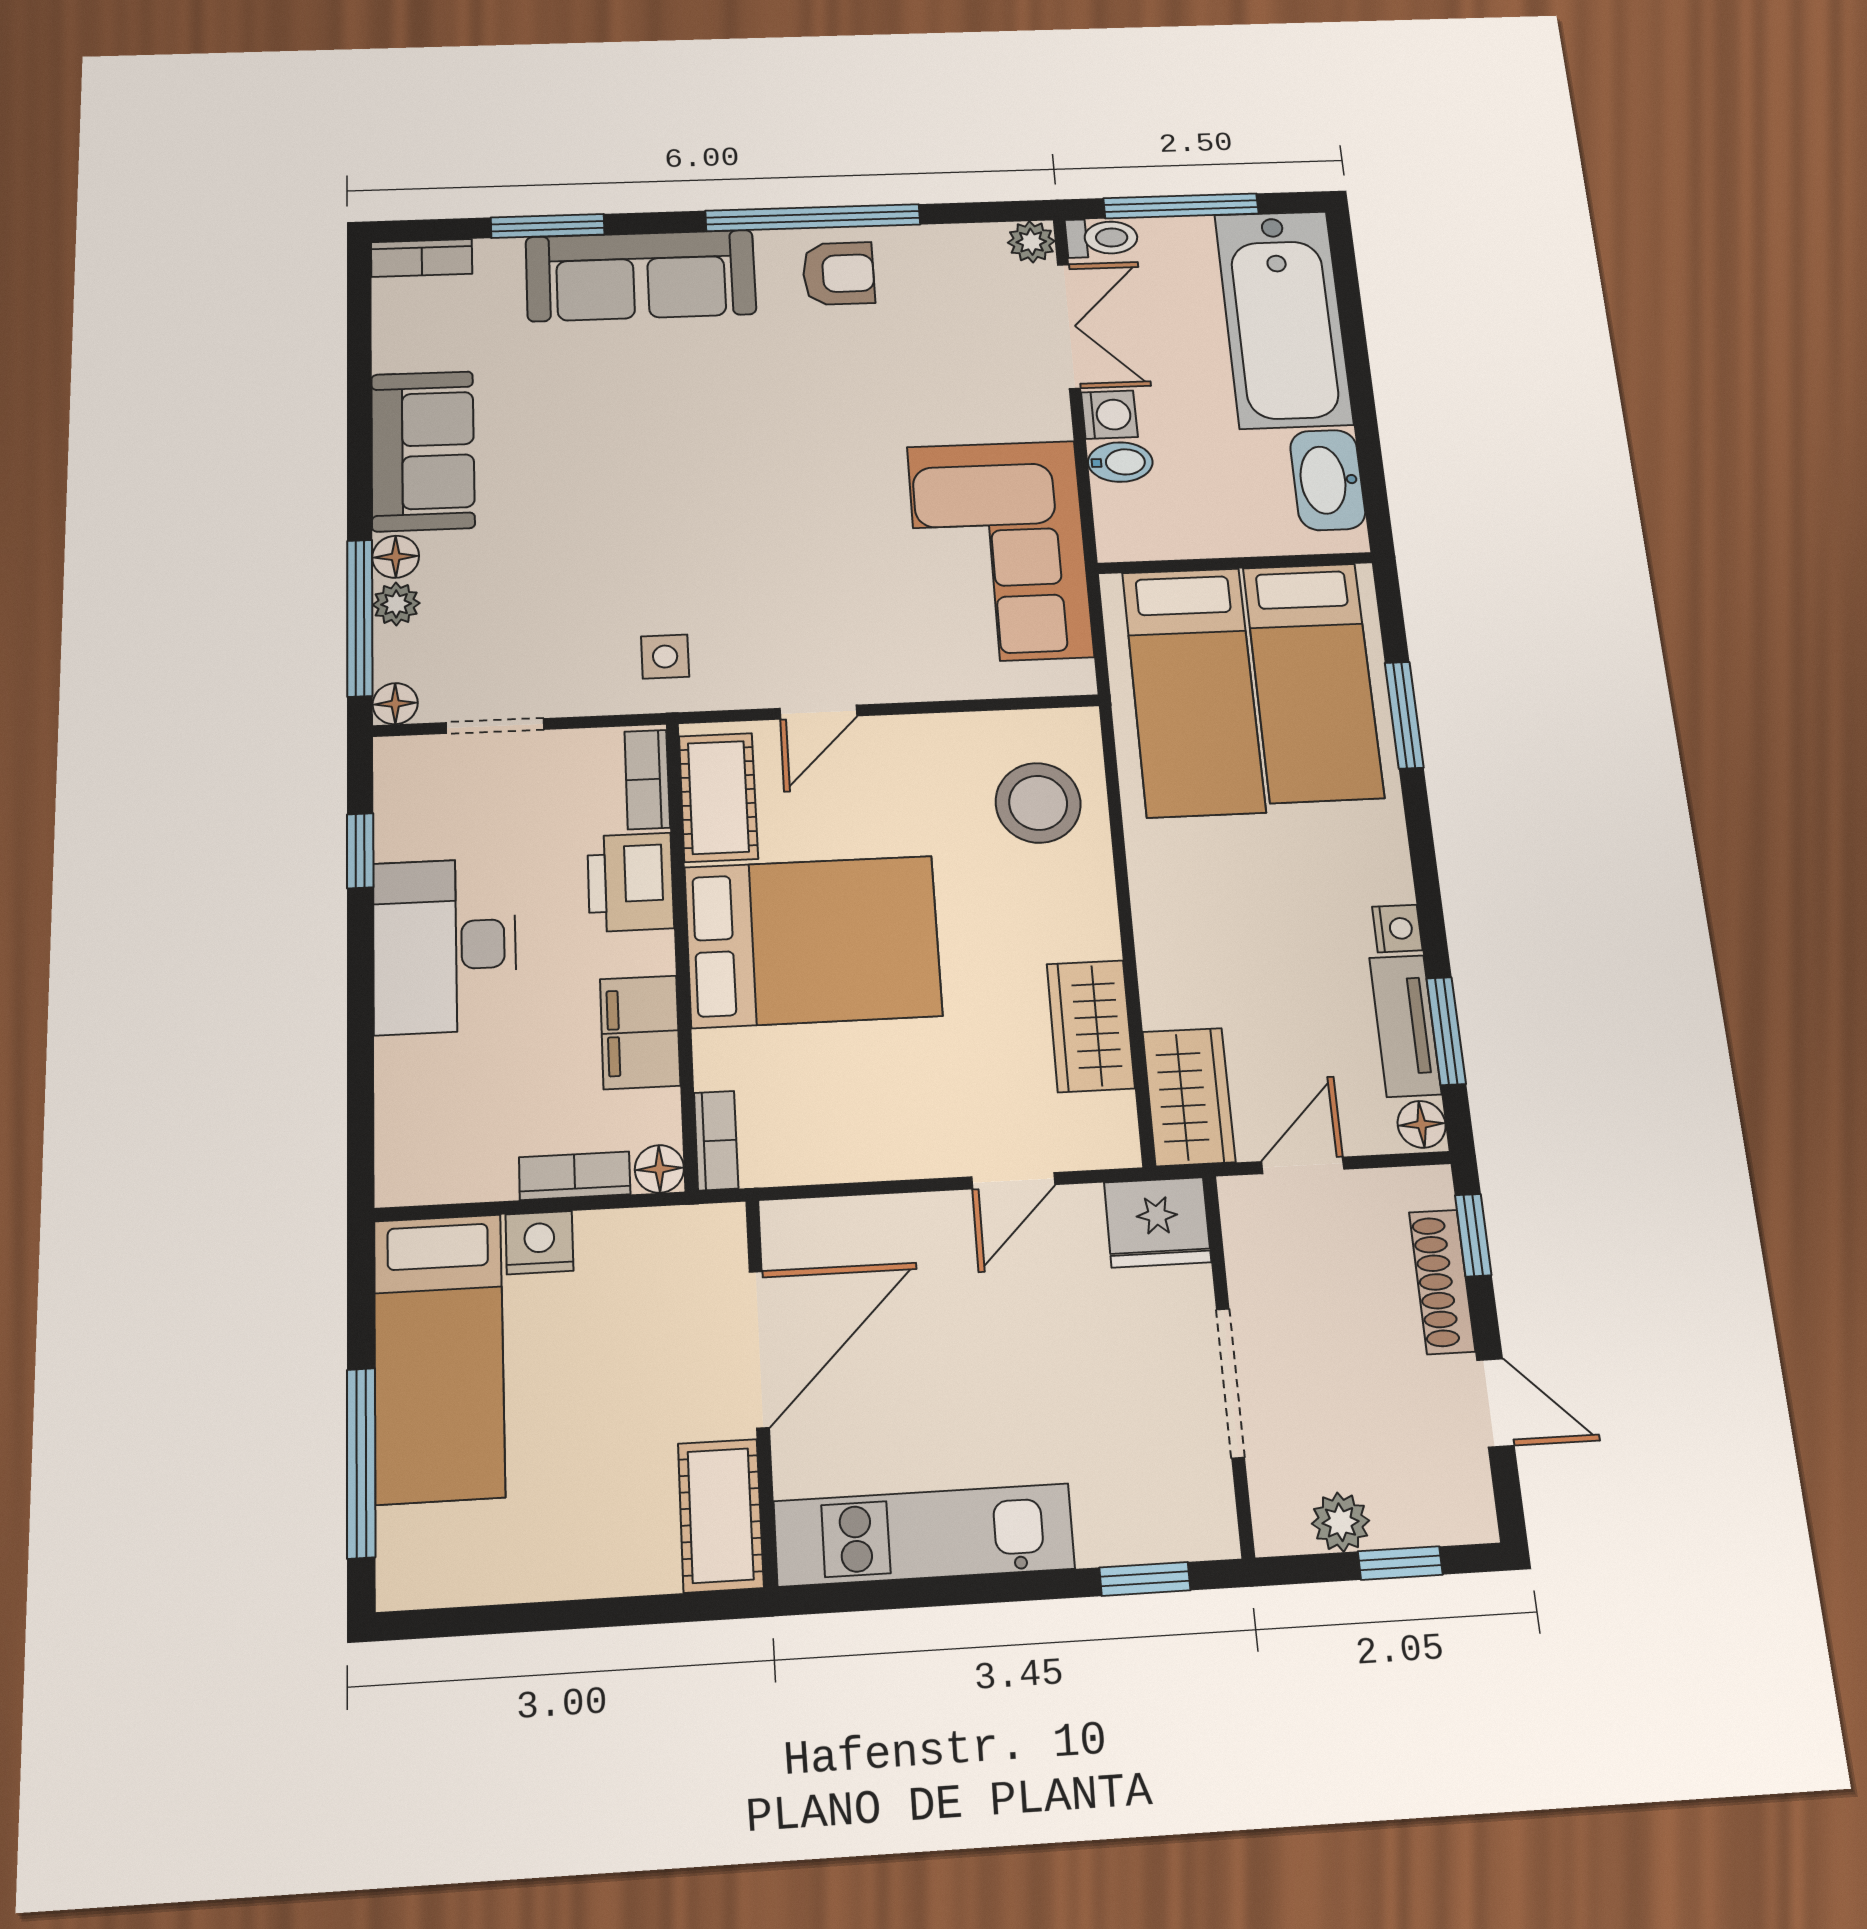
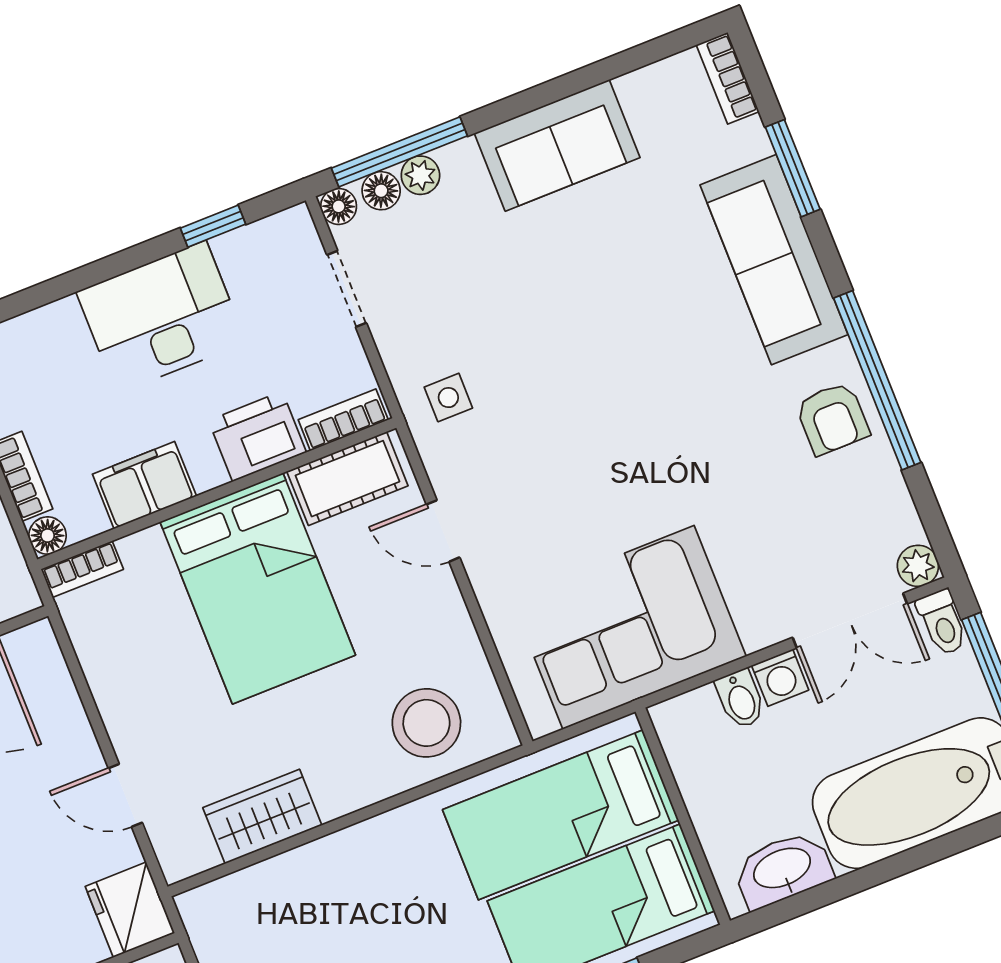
floor lamp: (396, 557) -> (381, 191), moved
wardrobe: (1189, 1097) -> (232, 905), removed

